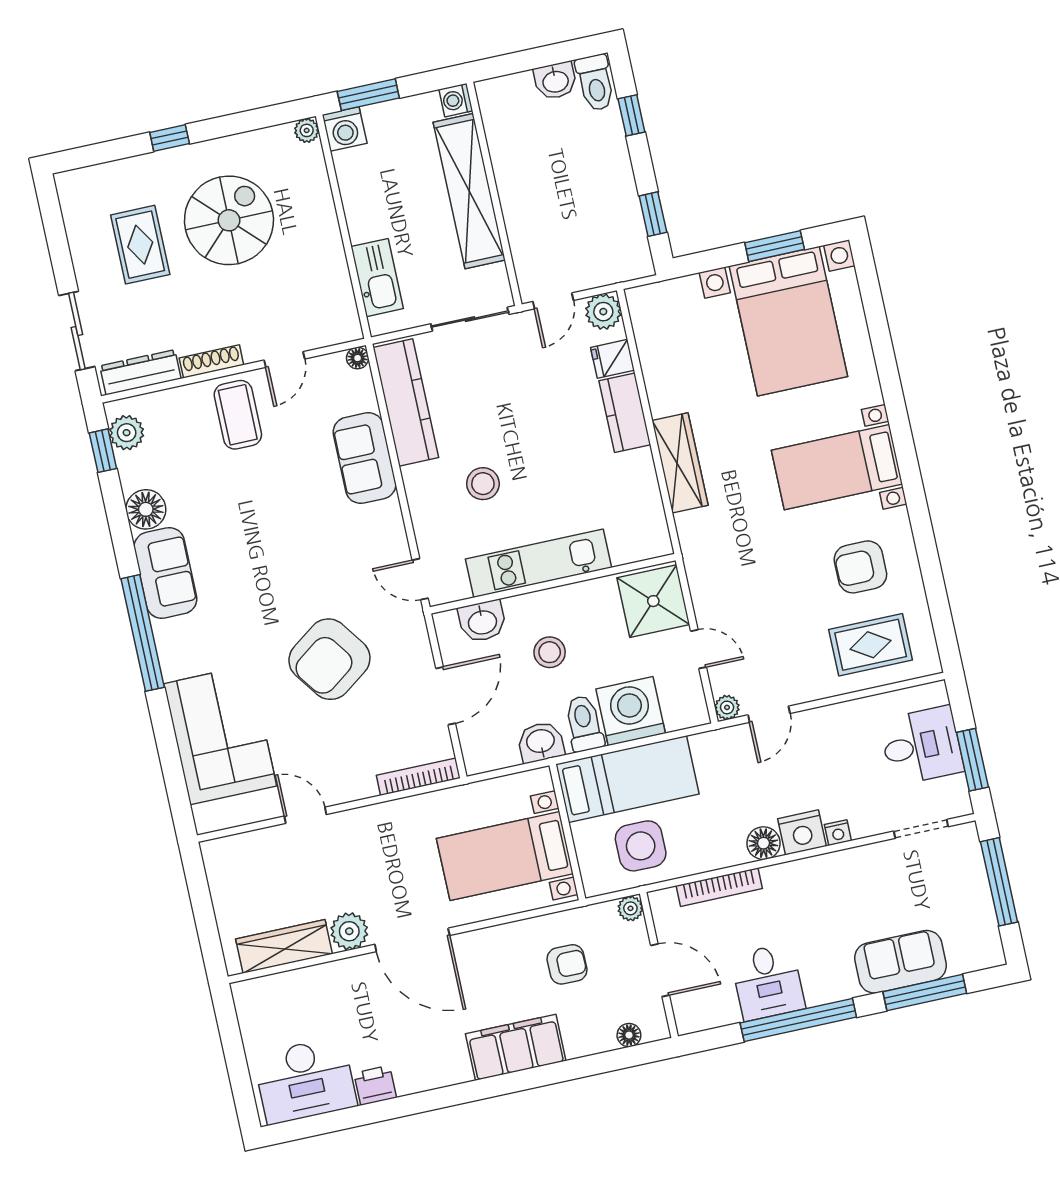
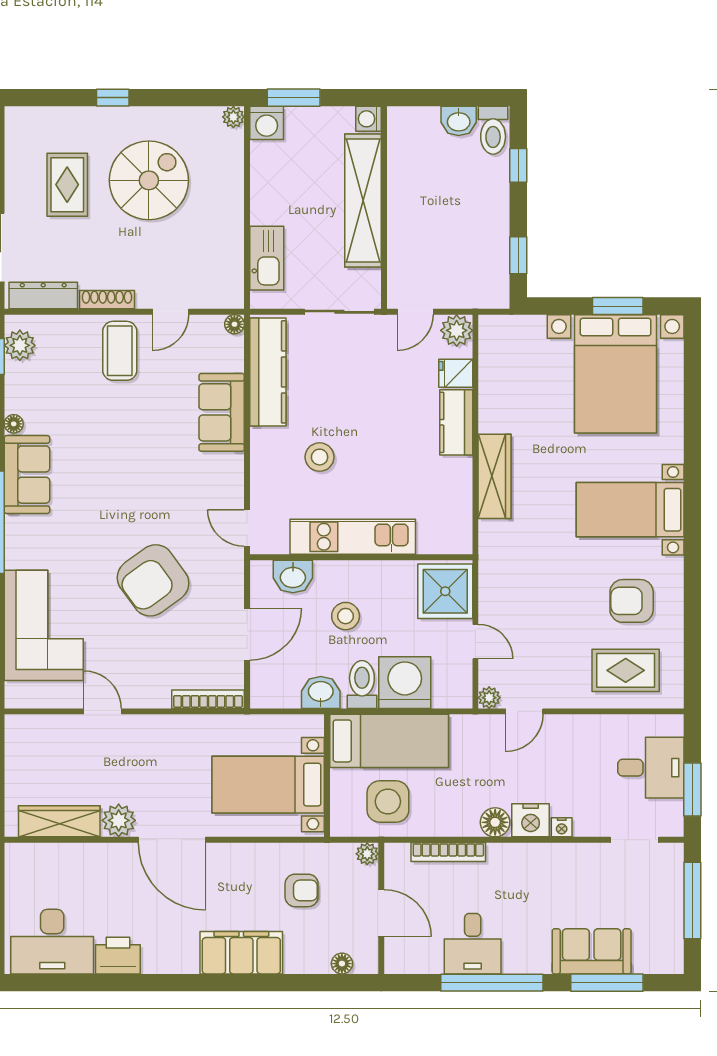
floor lamp: (146, 509) -> (14, 424), width x0.53, depth x0.53
printer: (375, 1085) -> (118, 956), width x1.36, depth x1.24

